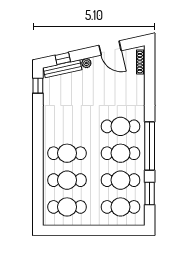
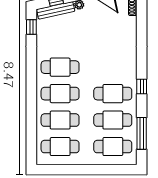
cafe table: (121, 126) -> (60, 67), moved
window: (150, 146) -> (142, 86), width x0.32
window: (150, 194) -> (142, 133), width x1.44

